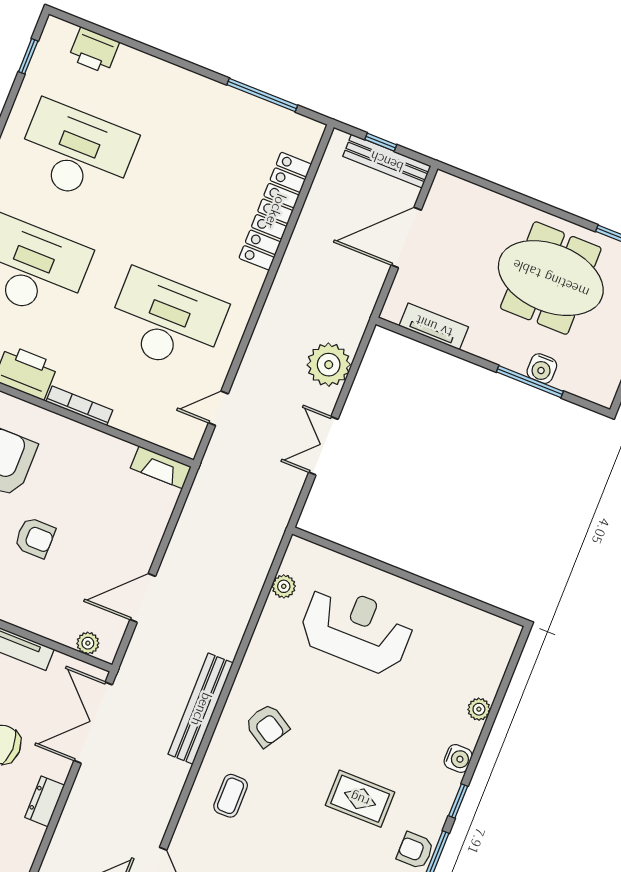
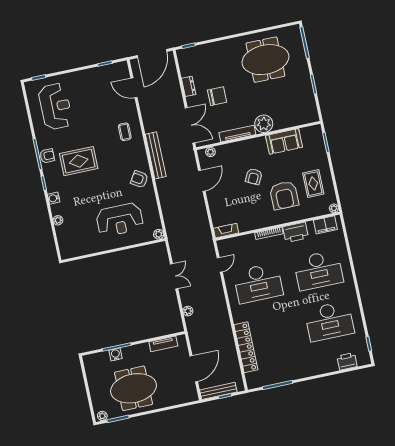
plant: (329, 365) -> (188, 311), width x0.53, depth x0.53
armchair: (35, 538) -> (254, 177), turned -63
plant: (284, 586) -> (159, 234), moved
armchair: (267, 726) -> (139, 179), moved
rug: (360, 799) -> (79, 161), width x1.36, depth x1.43

